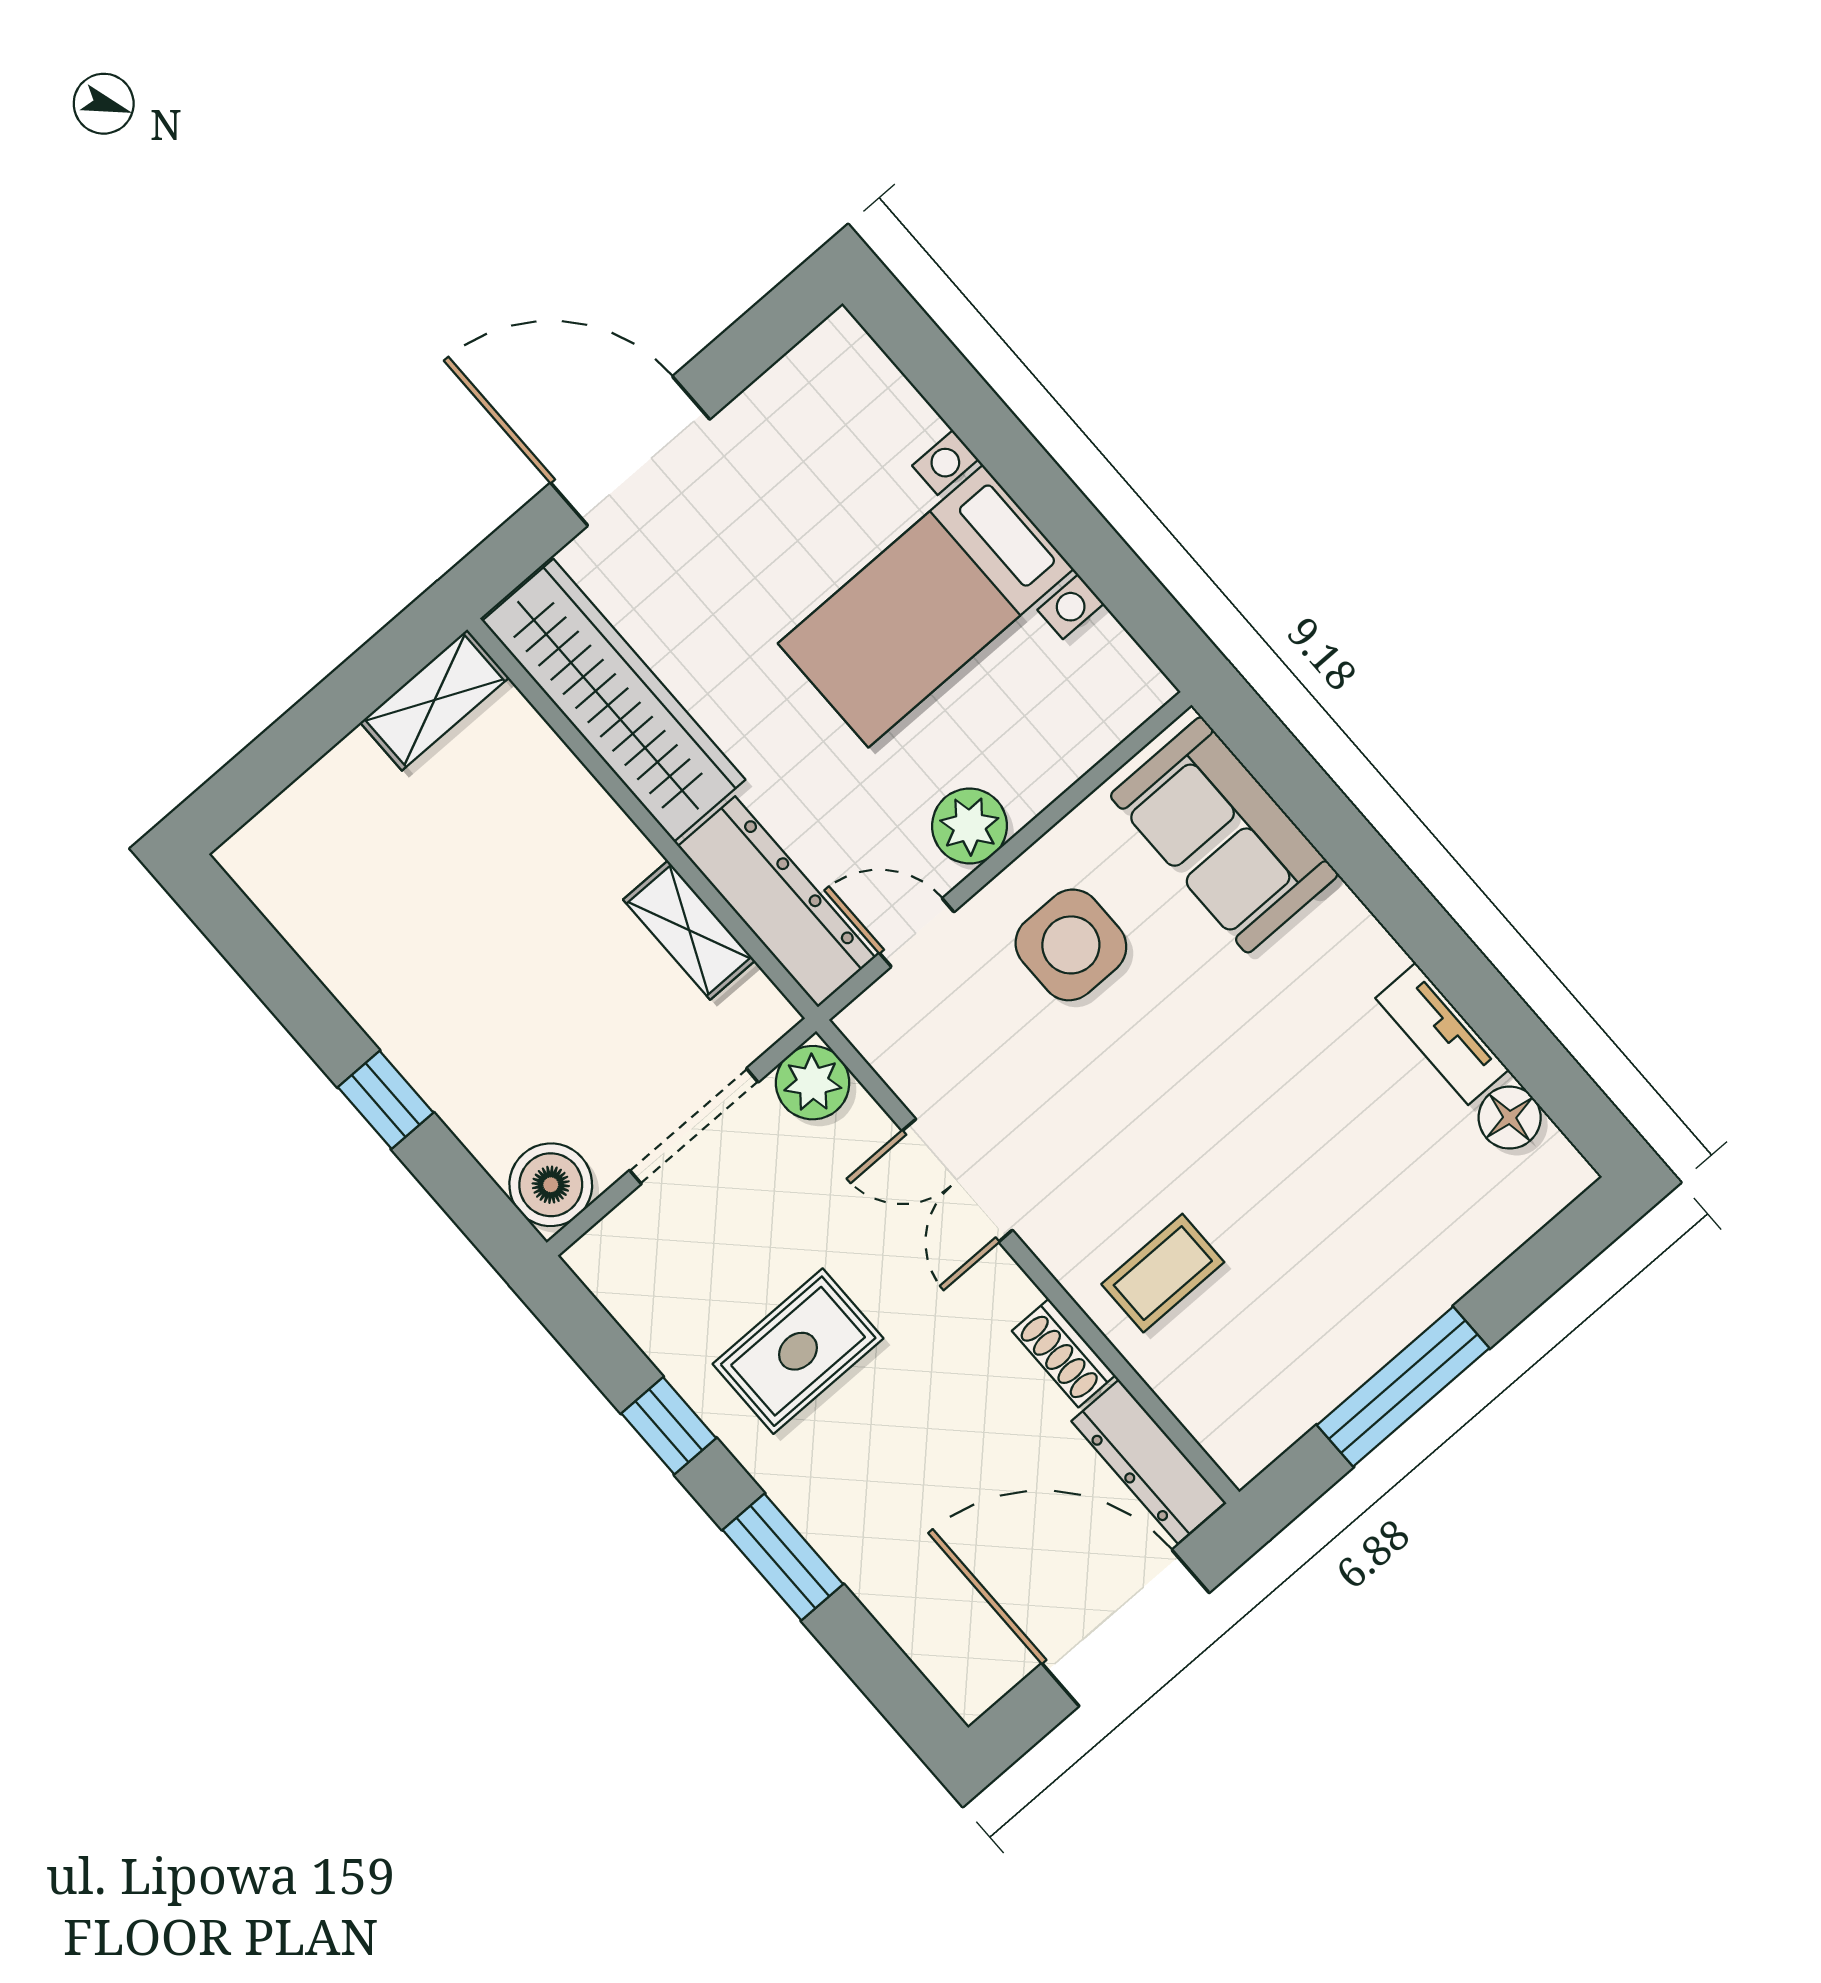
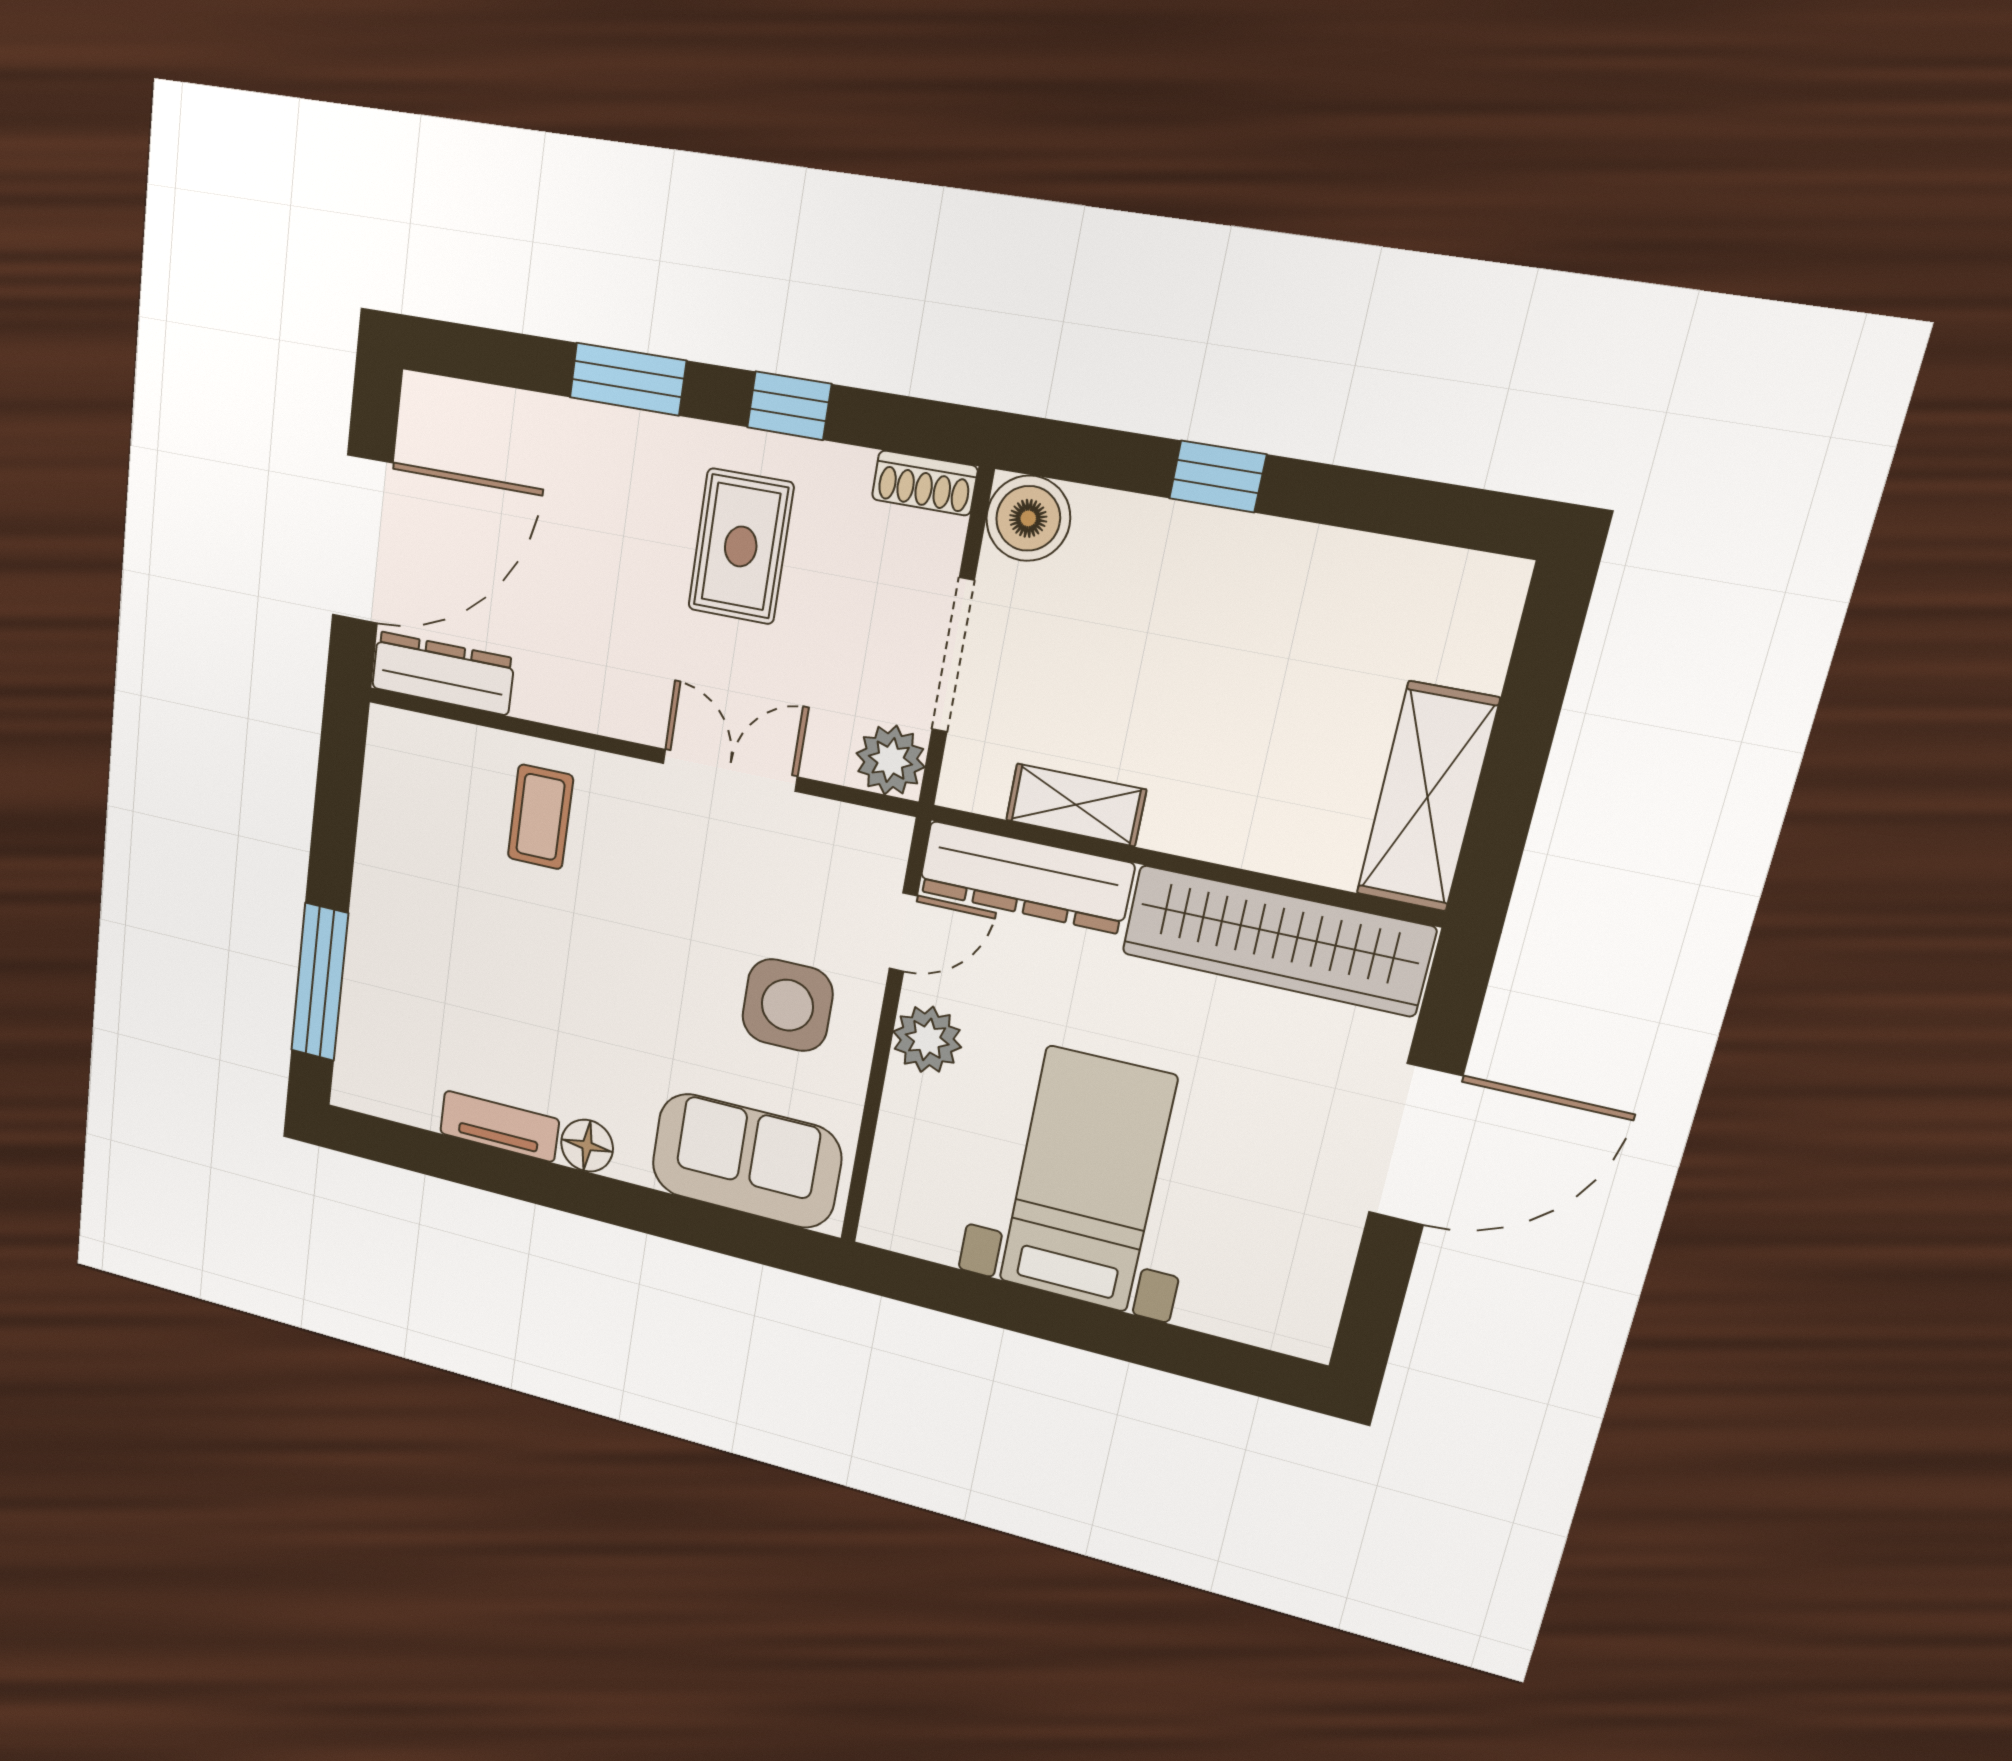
shelving: (435, 700) -> (1427, 797), width x1.50, depth x1.33
floor lamp: (1510, 1118) -> (587, 1146), moved
shoe rack: (1064, 1353) -> (925, 483), moved, turned 180
window: (1403, 1387) -> (320, 982), moved

